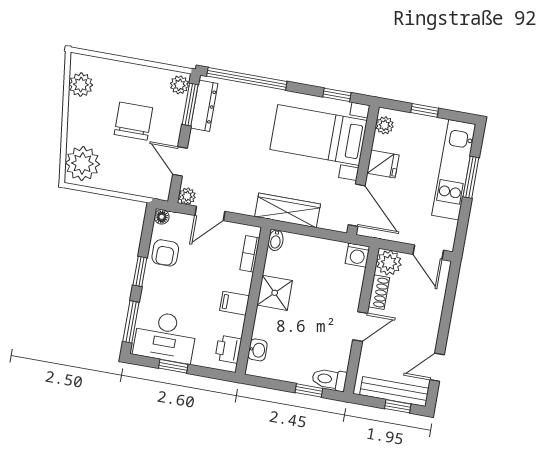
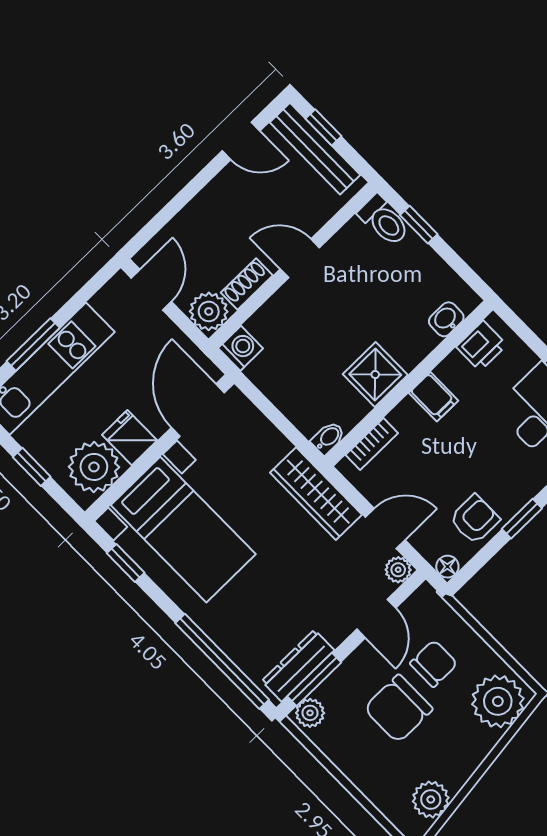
plant: (385, 125) -> (94, 467), width x1.87, depth x1.87
chair: (132, 159) -> (434, 664), added
wardrobe: (288, 210) -> (316, 494), moved

